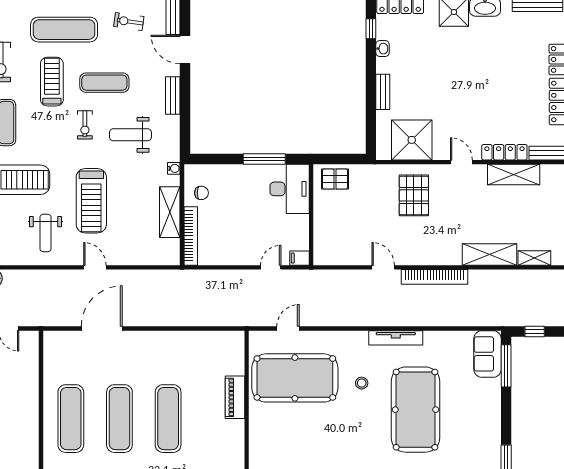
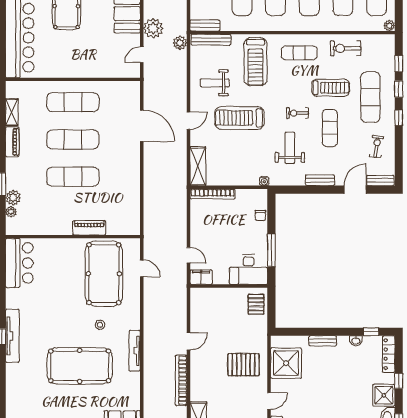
chair: (201, 193) -> (260, 215), moved
shelving: (170, 212) -> (198, 166), moved, turned 90
filing cabinet: (299, 258) -> (201, 277), width x2.00

